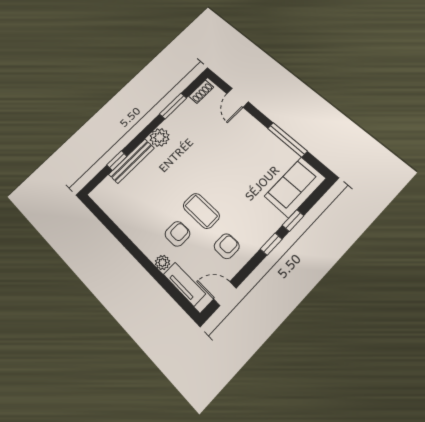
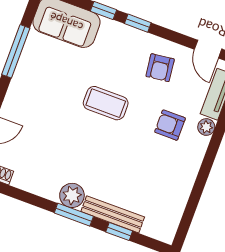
window: (173, 106) -> (74, 215), moved
coffee table: (201, 211) -> (106, 103), moved, turned 90
armchair: (227, 246) -> (160, 68), turned -97

